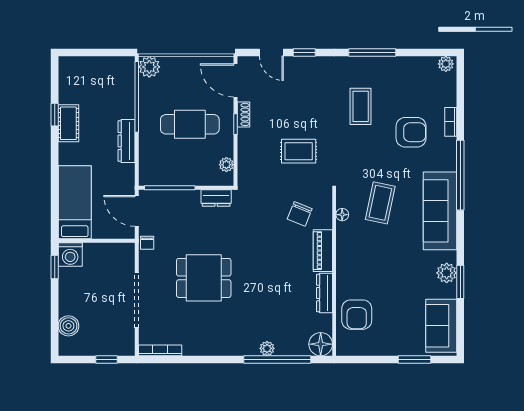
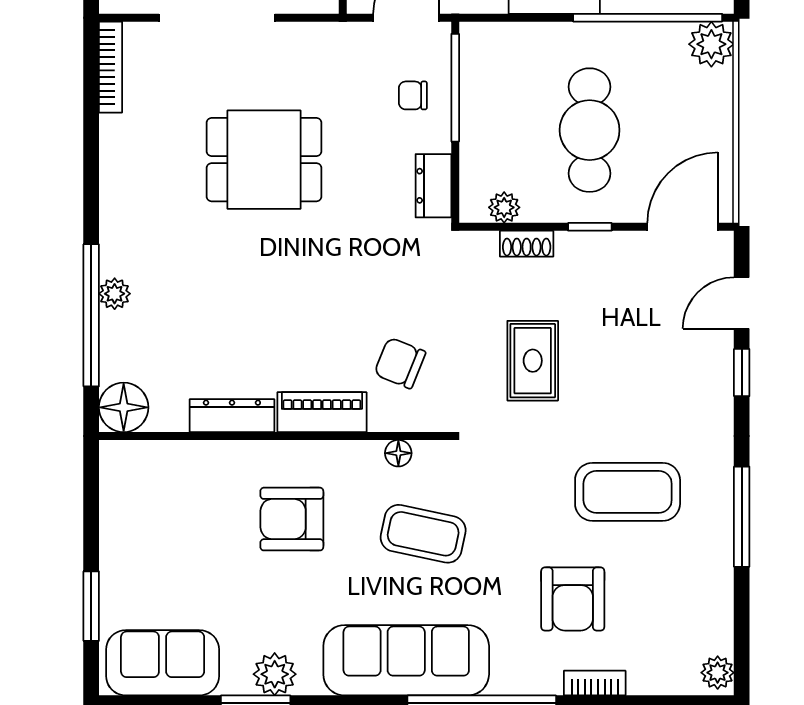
coffee table: (361, 106) -> (628, 492), width x1.36, depth x1.32
shoe rack: (243, 114) -> (527, 244), moved
chair: (147, 243) -> (413, 95), moved
dining table: (204, 278) -> (264, 160), turned 90
armchair: (357, 315) -> (292, 519), moved

